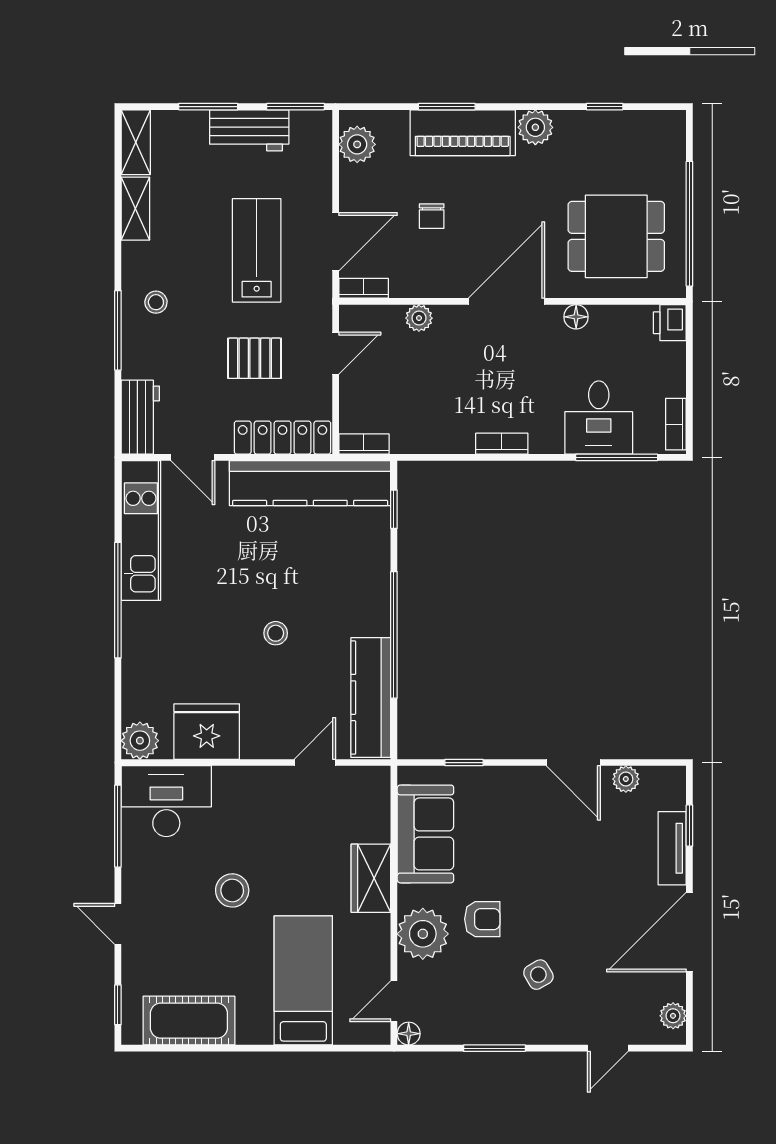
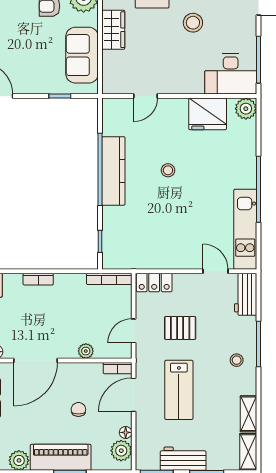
floor lamp: (349, 176) -> (126, 432), added
locker: (283, 438) -> (154, 282), width x0.66
bookcase: (364, 444) -> (109, 279), width x1.56
kitchen counter: (310, 483) -> (148, 256), removed
kitchen counter: (371, 698) -> (113, 171), moved

